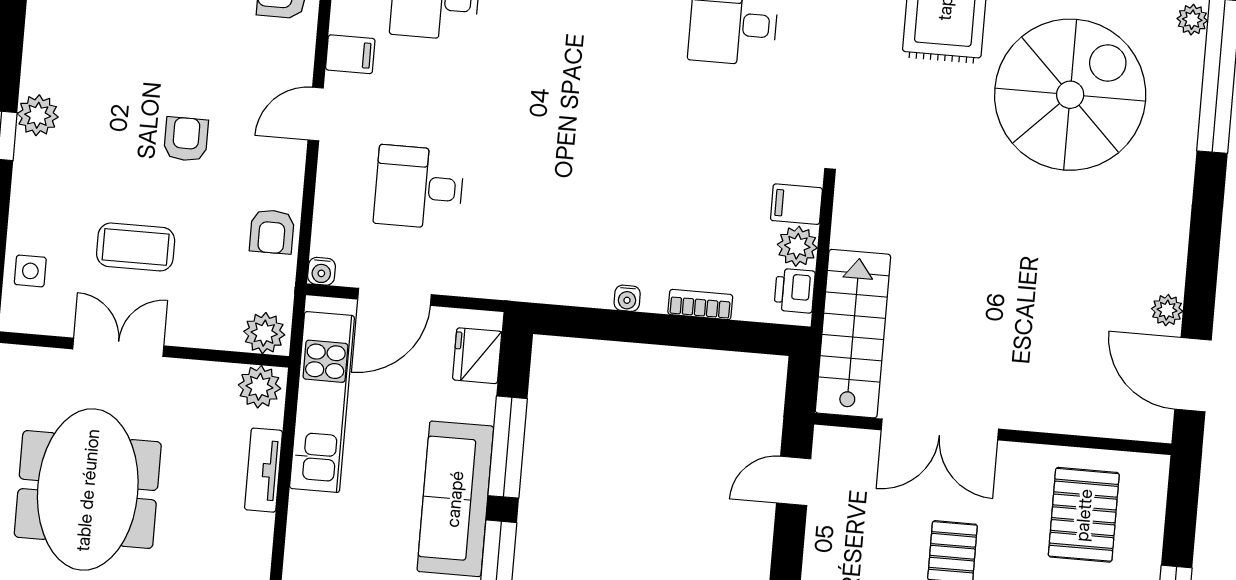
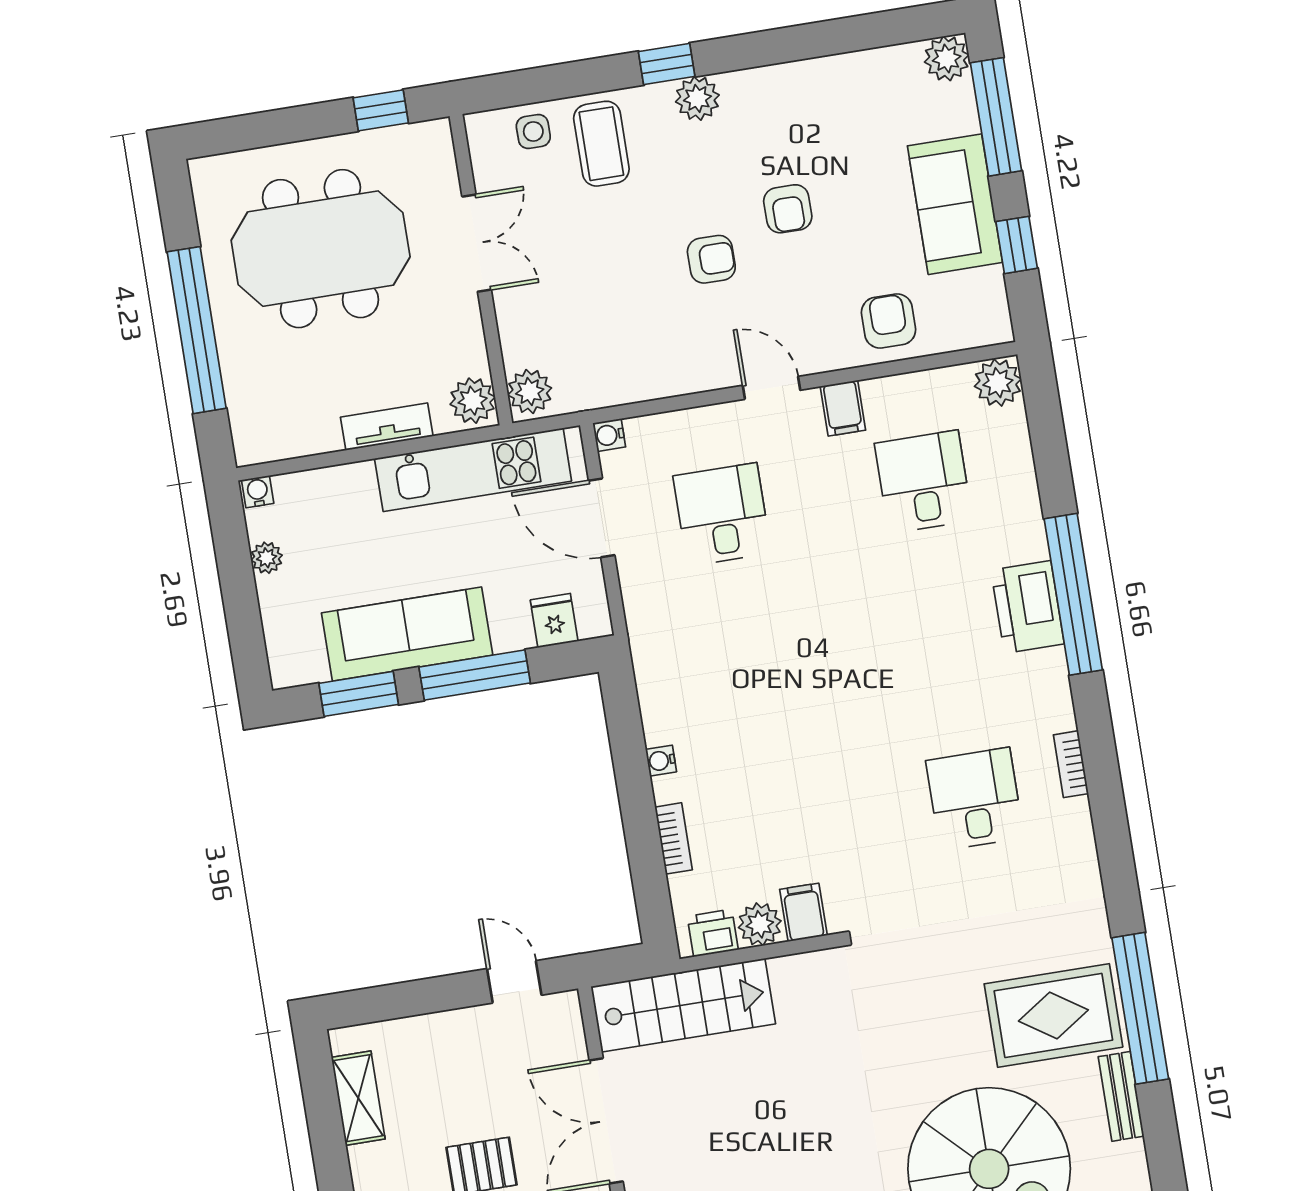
armchair: (272, 232) -> (788, 209), moved, turned -90
coffee table: (136, 247) -> (601, 144), moved
fridge: (477, 356) -> (554, 621), width x0.72

